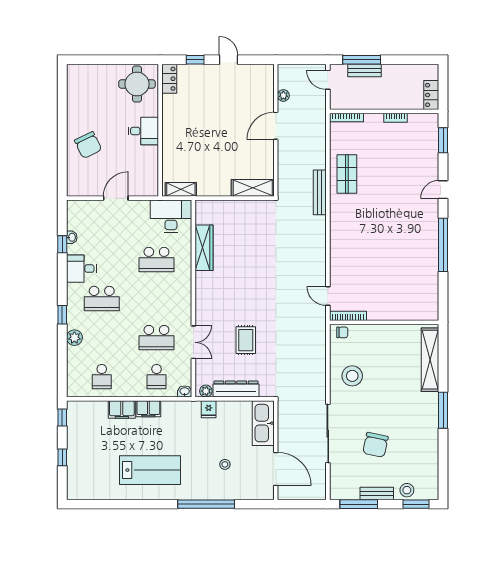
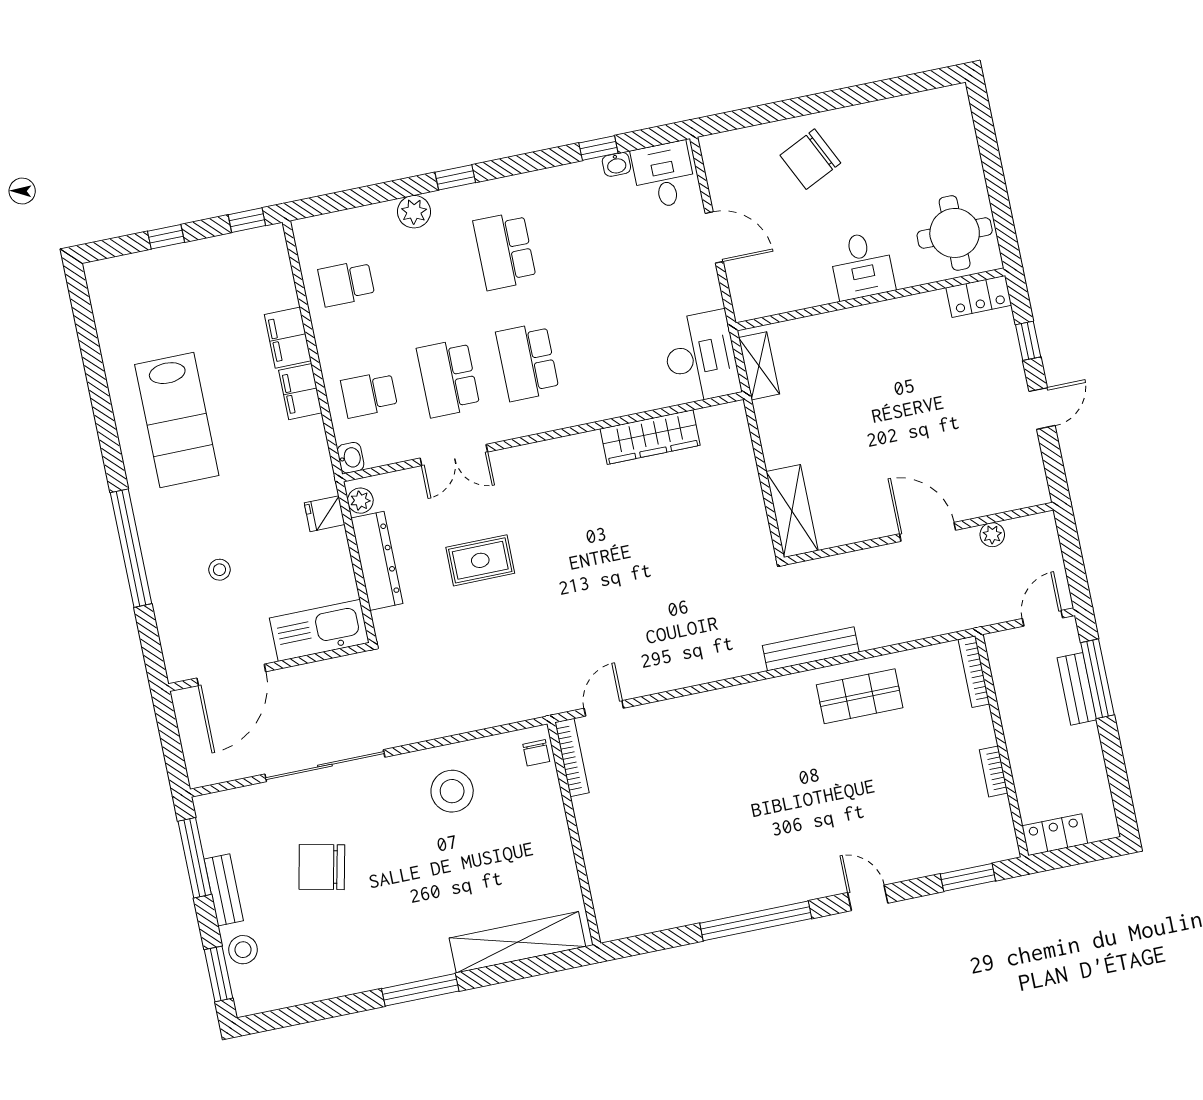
school desk: (156, 259) -> (528, 362), moved
desk: (81, 269) -> (664, 175), moved

